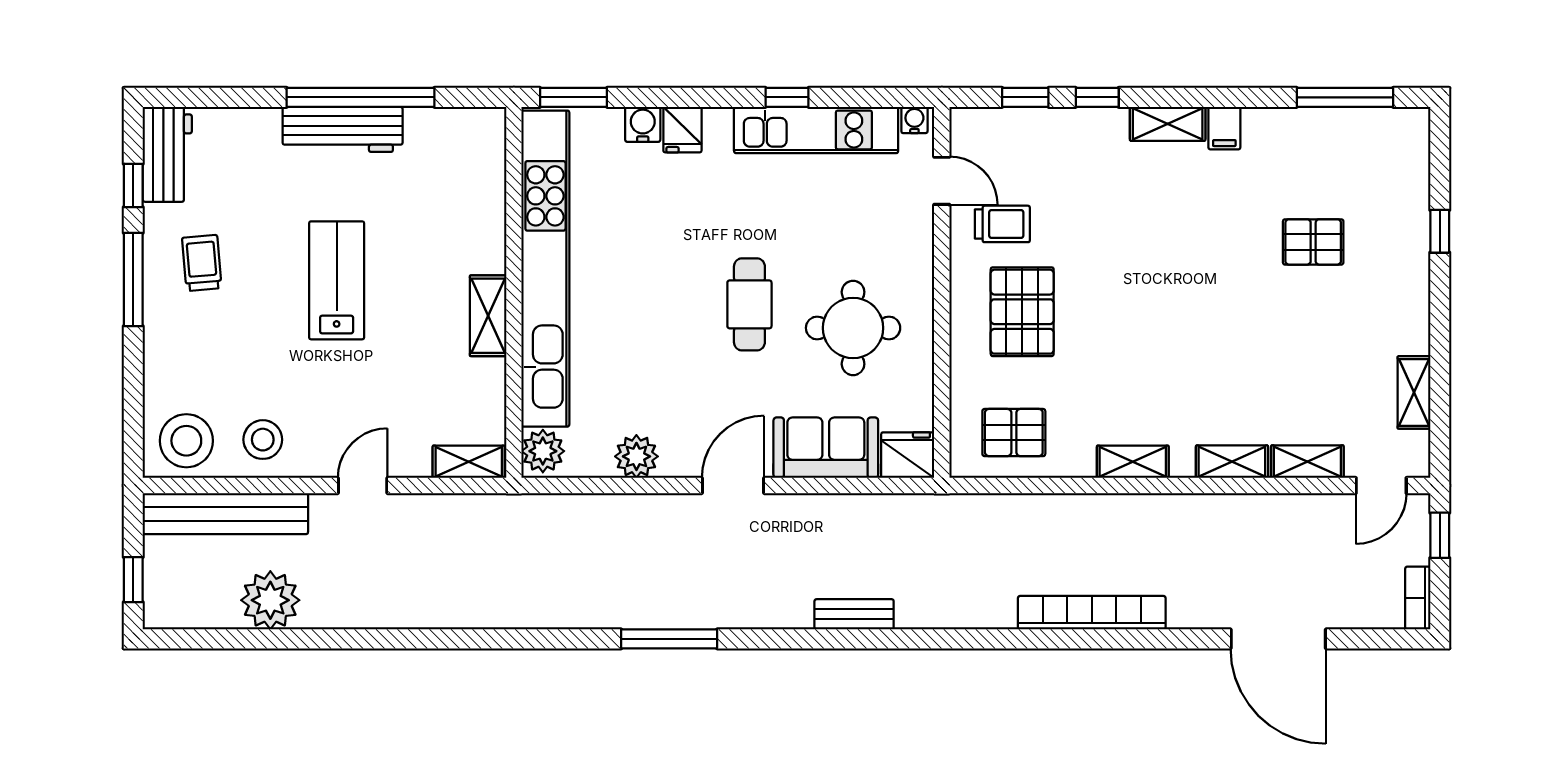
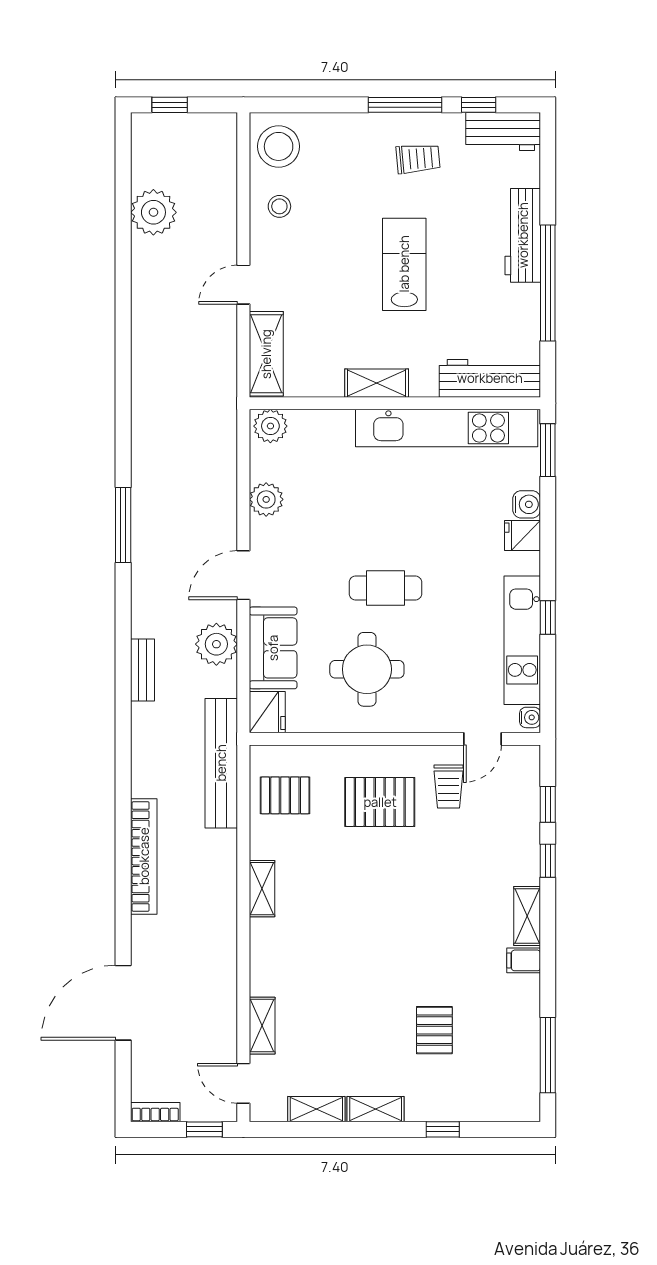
workbench: (343, 129) -> (523, 235), moved
workbench: (482, 171) -> (490, 378), added
kitchen unit: (545, 269) -> (447, 428), width x0.73
lab bench: (337, 280) -> (404, 264), turned -90
pallet: (1014, 433) -> (285, 795), turned 90
stool: (263, 440) -> (279, 206), width x0.73, depth x0.73
shelving: (469, 462) -> (266, 354), width x1.50, depth x1.33
shelving: (1232, 462) -> (376, 1109), moved, turned 90
door: (363, 486) -> (243, 285), swing flipped
door: (733, 486) -> (243, 575), swing flipped
bench: (225, 514) -> (221, 763), moved
plant: (821, 520) -> (216, 644), added

